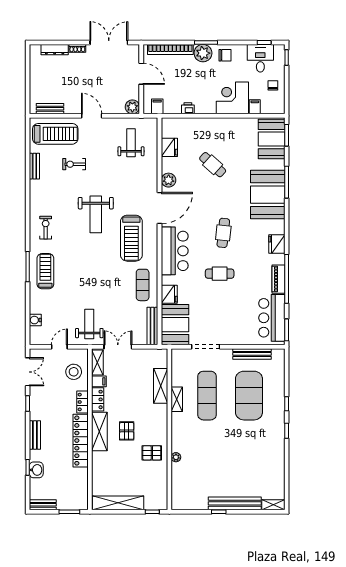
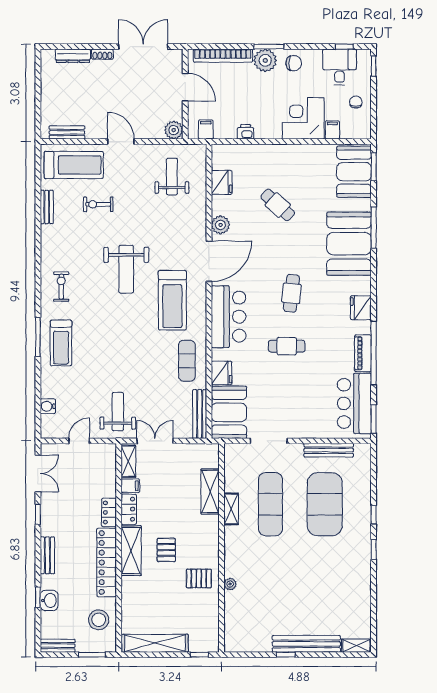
treadmill: (45, 271) -> (61, 343), turned 180
stool: (74, 372) -> (99, 620), moved

